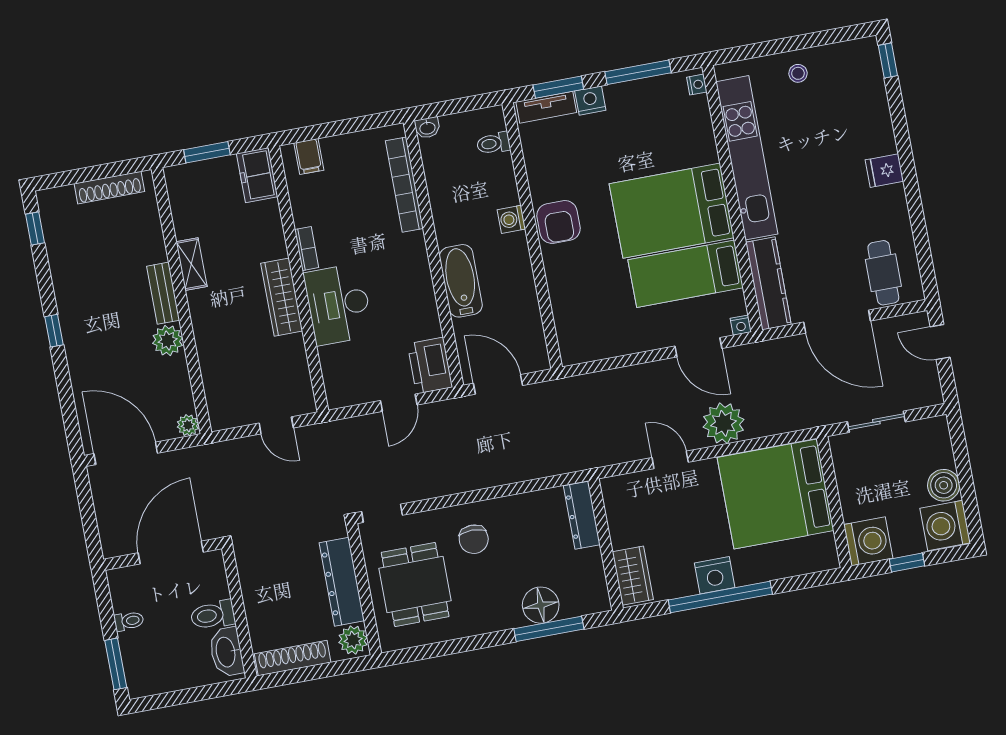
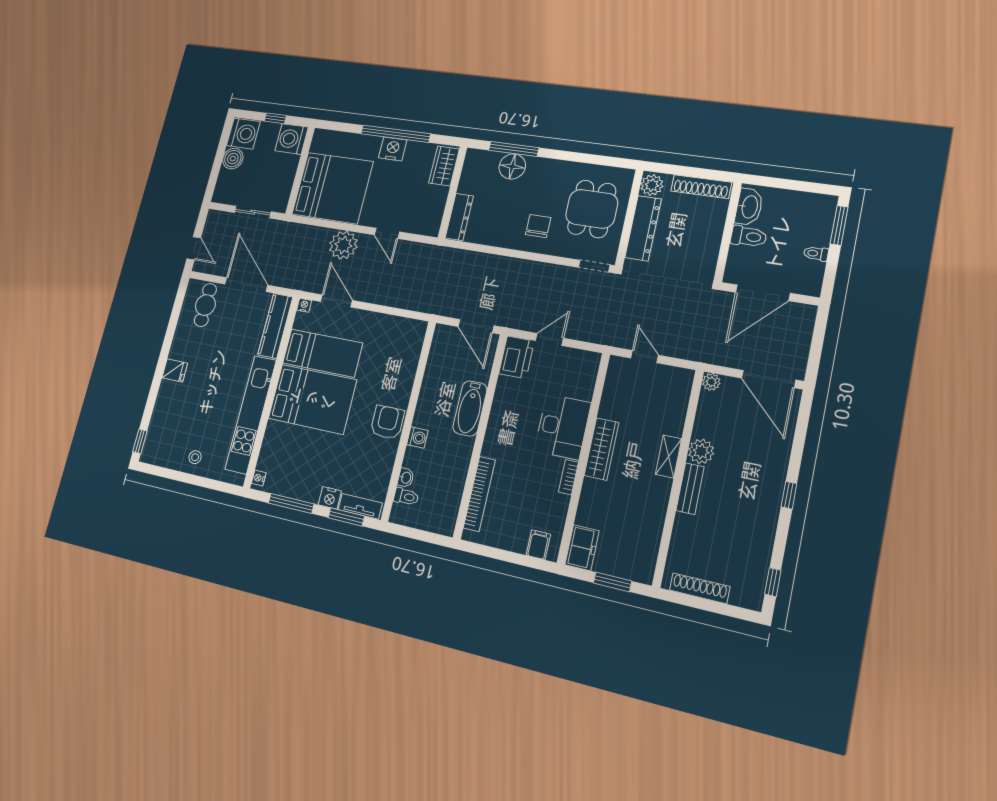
washbasin: (427, 128) -> (406, 478), moved, turned 90
shelving: (191, 264) -> (668, 457), moved

